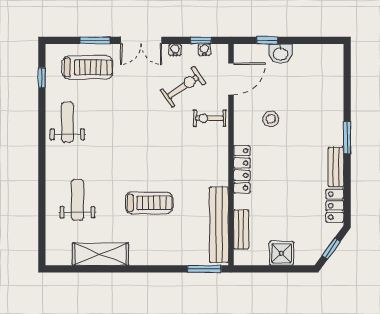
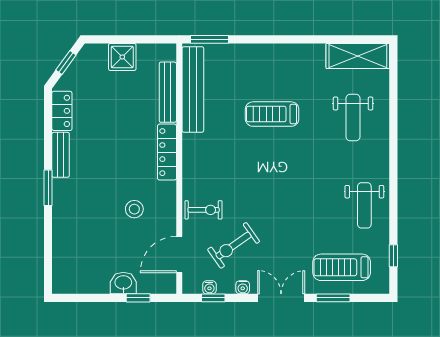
bench: (241, 229) -> (168, 92), width x1.36
shelving: (100, 254) -> (358, 56), moved

